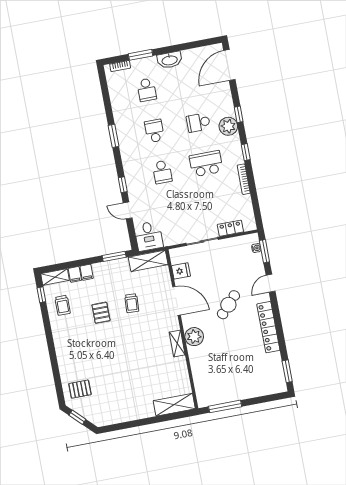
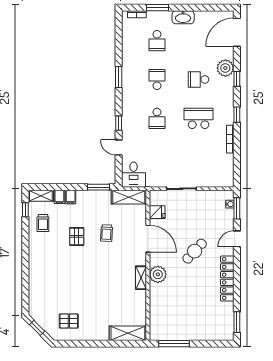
plant: (228, 126) -> (225, 68), moved
locker: (230, 228) -> (210, 182), removed
pallet: (80, 389) -> (69, 321), moved

